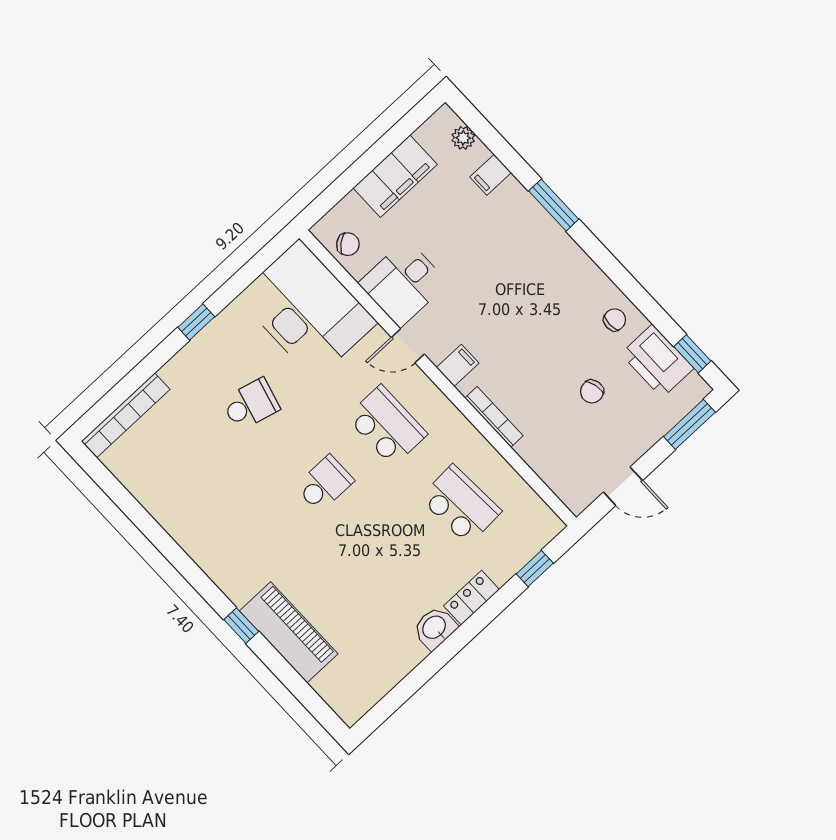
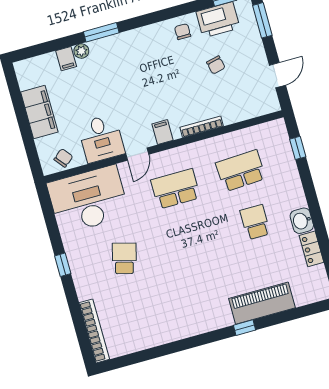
plant: (463, 138) -> (81, 51), moved
school desk: (324, 484) -> (255, 222), moved
locker: (471, 598) -> (312, 249), moved

